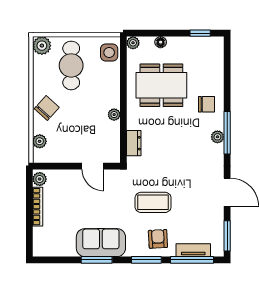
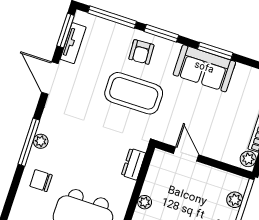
coffee table: (153, 202) -> (134, 93), width x1.36, depth x1.32
tv unit: (193, 250) -> (73, 43), moved, turned -90

